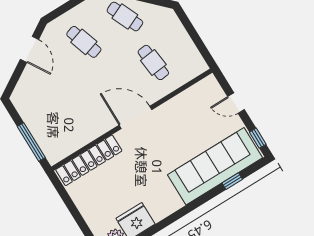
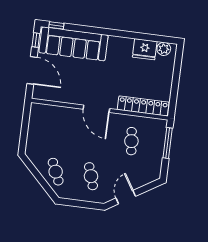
cafe table: (153, 62) -> (131, 141), moved
door: (236, 103) -> (32, 70), width x1.88
window: (232, 181) -> (56, 25), moved

